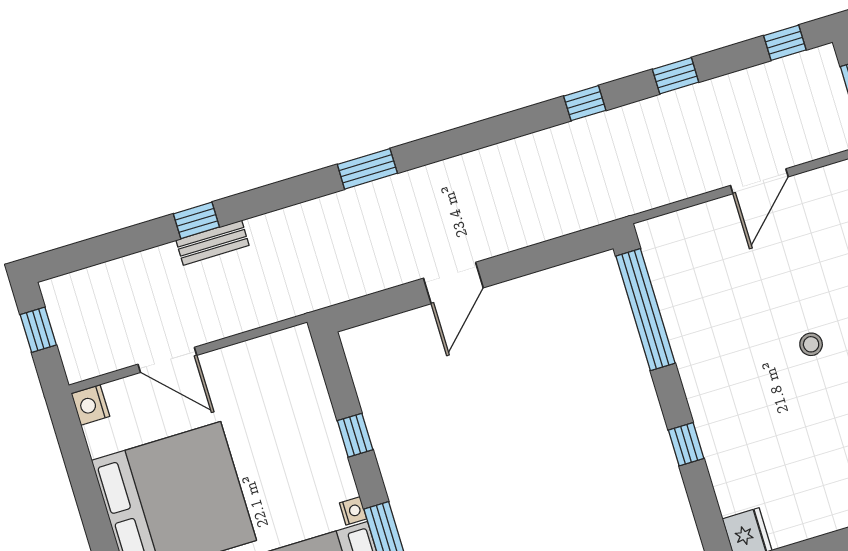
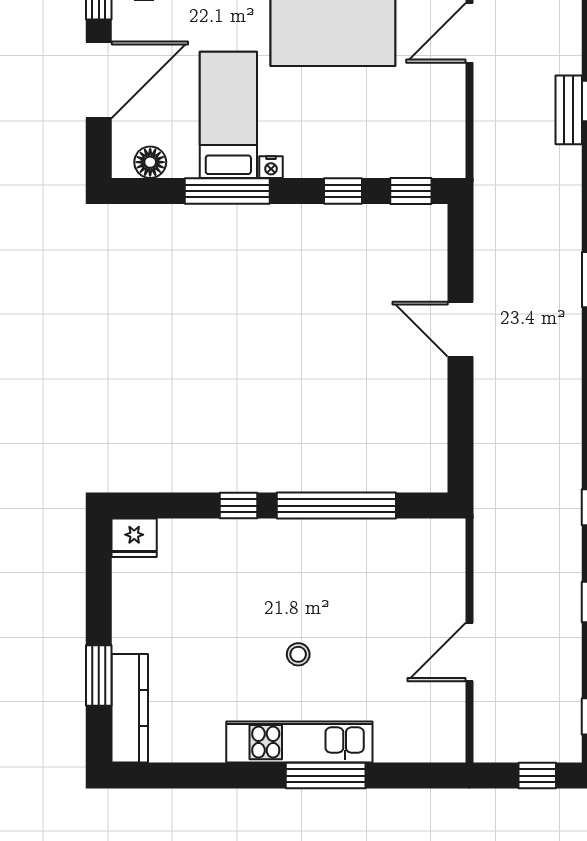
door: (759, 181) -> (469, 652), hinge flipped
window: (645, 310) -> (336, 506), moved
window: (336, 370) -> (411, 191), added

